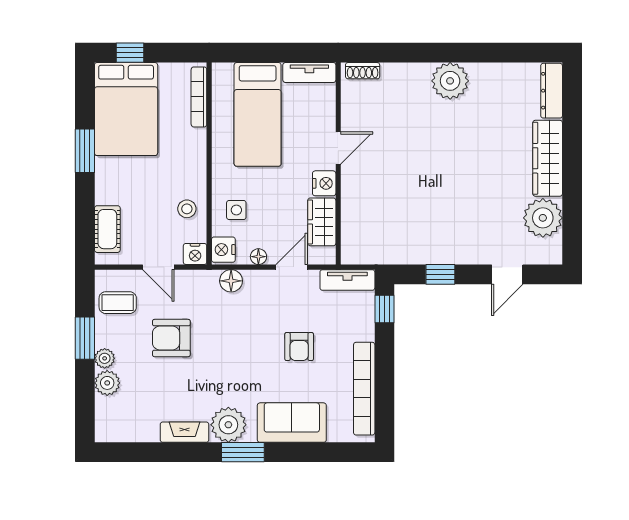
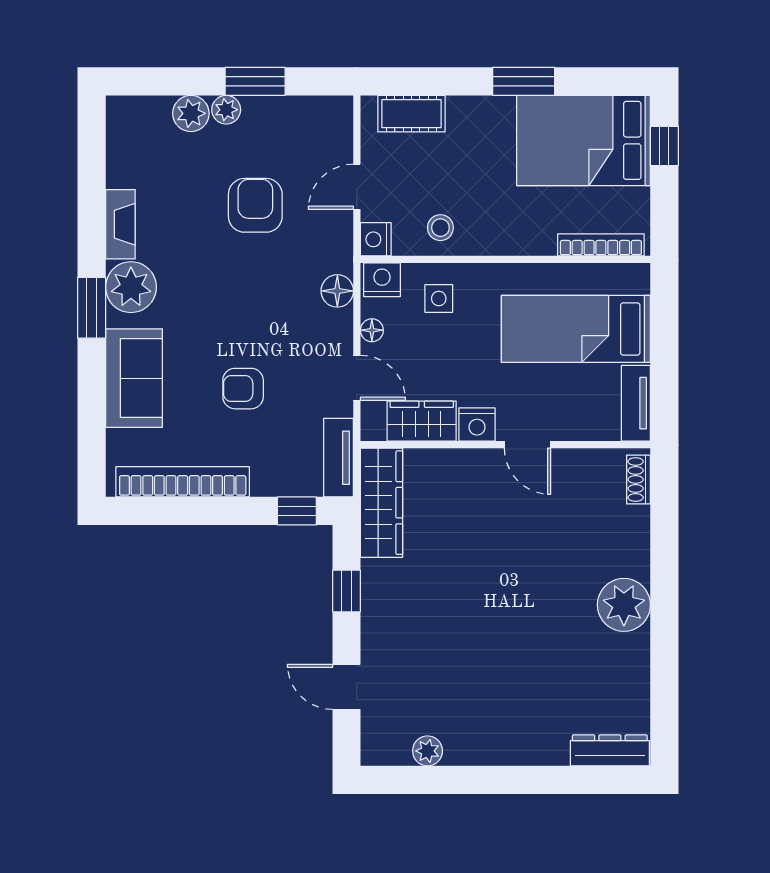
wardrobe: (548, 158) -> (382, 503), moved, turned 90
plant: (543, 218) -> (428, 751), width x0.53, depth x0.53
coffee table: (118, 303) -> (306, 128), removed

